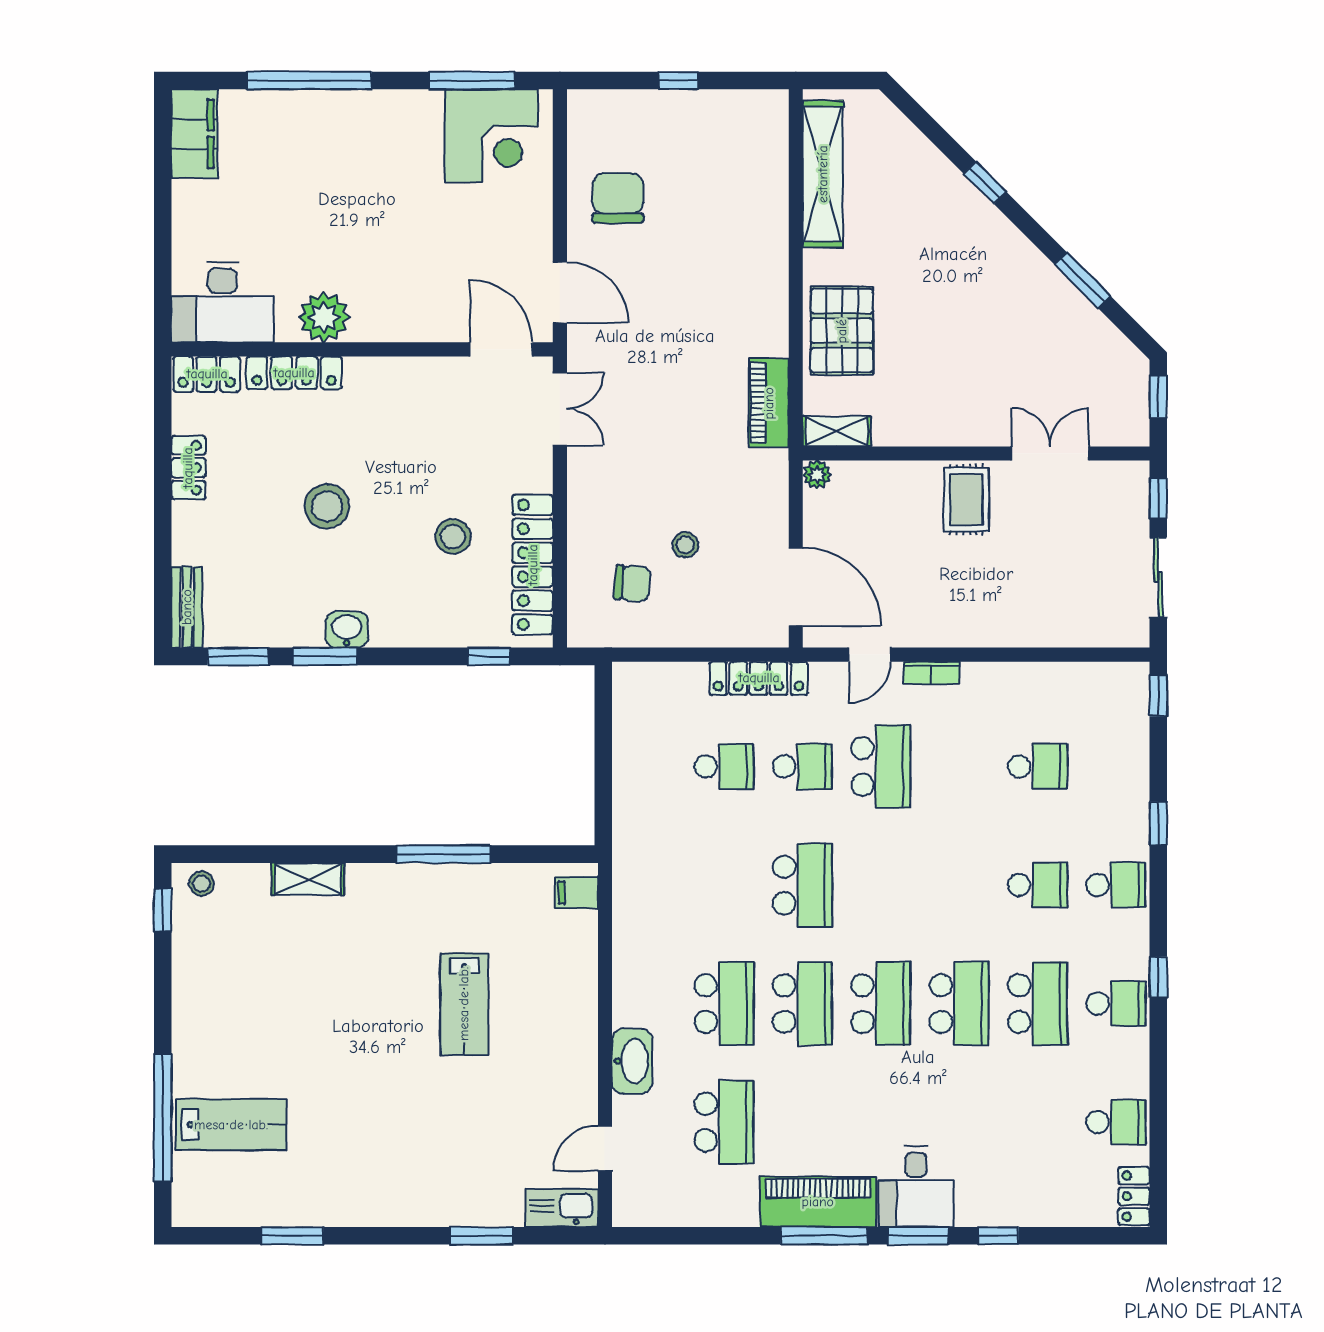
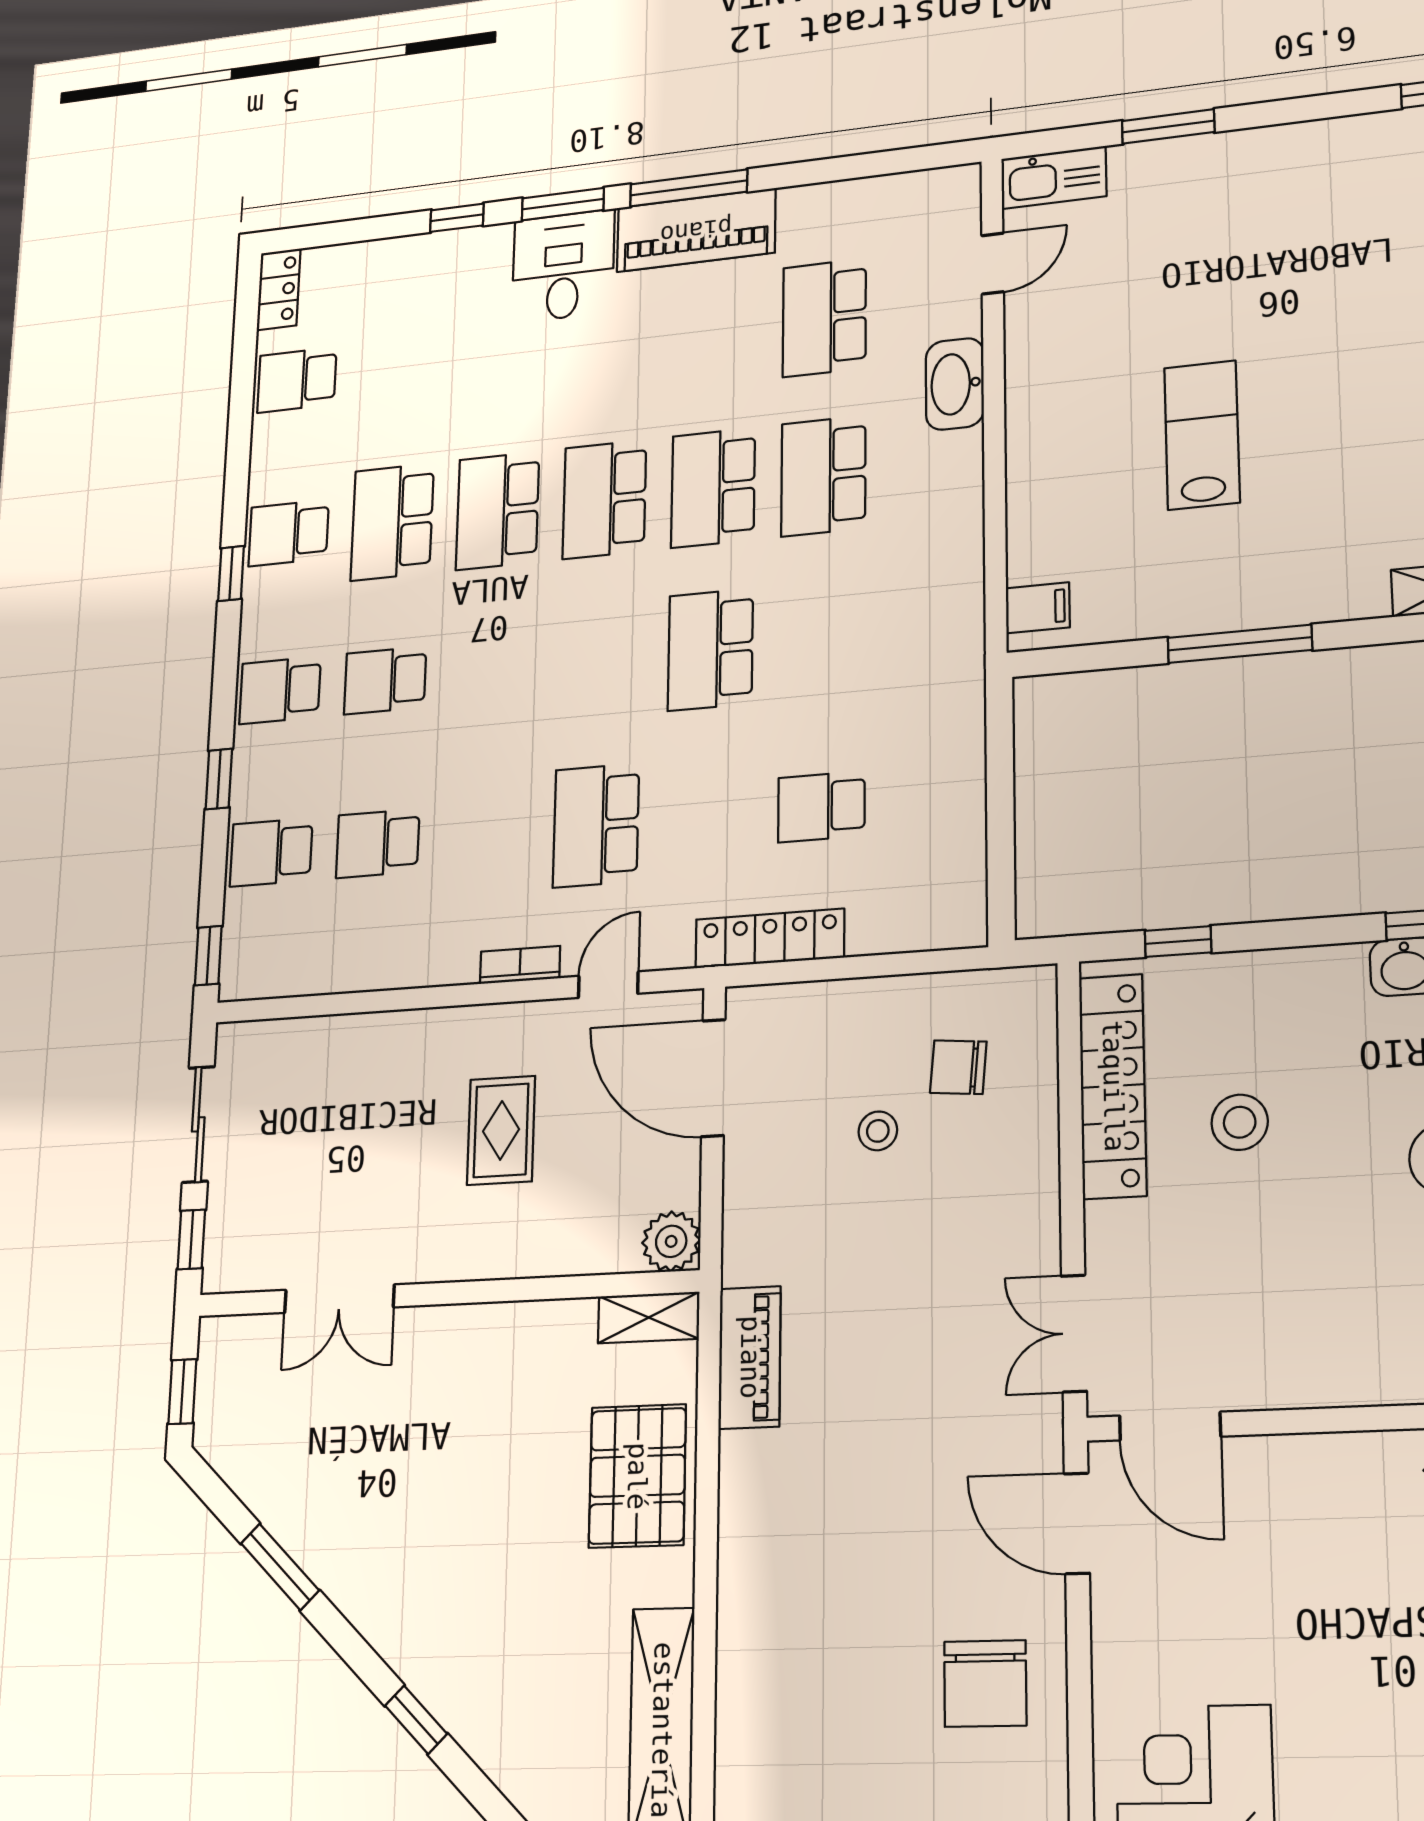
plant: (817, 475) -> (671, 1241), width x1.38, depth x1.38
rug: (966, 500) -> (501, 1130), moved
school desk: (802, 766) -> (271, 852), moved

